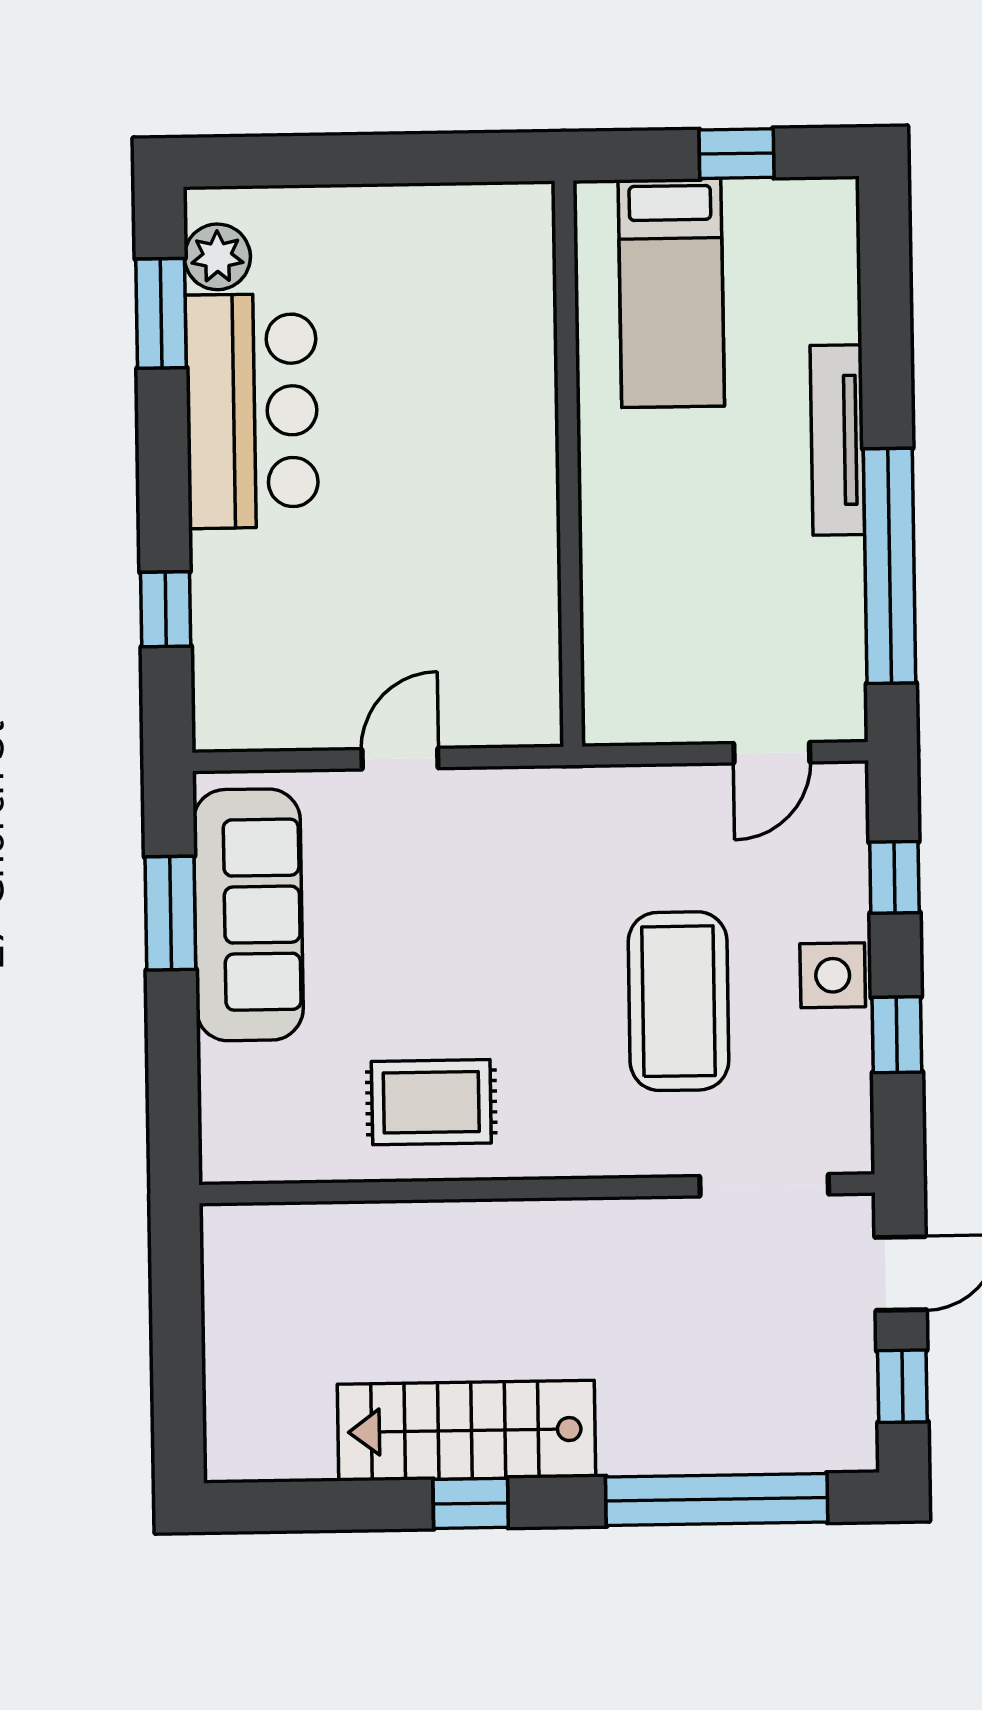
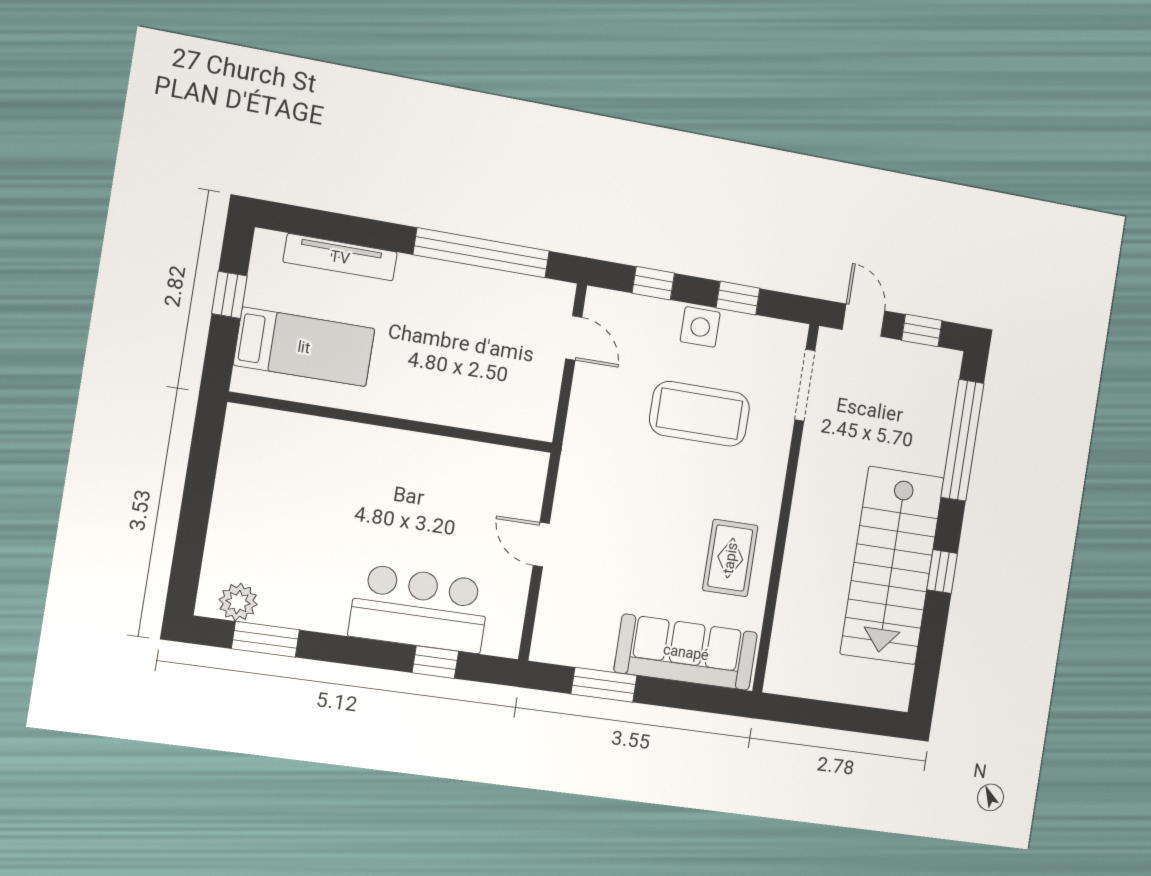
bar counter: (252, 411) -> (420, 609), moved
tv unit: (837, 440) -> (340, 257), moved
sofa: (248, 915) -> (686, 652), moved
stairs: (467, 1431) -> (892, 566), width x1.36, depth x1.51

